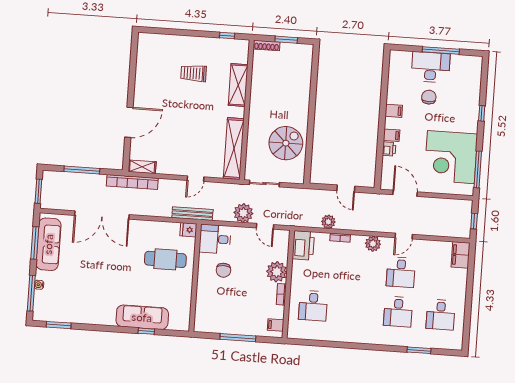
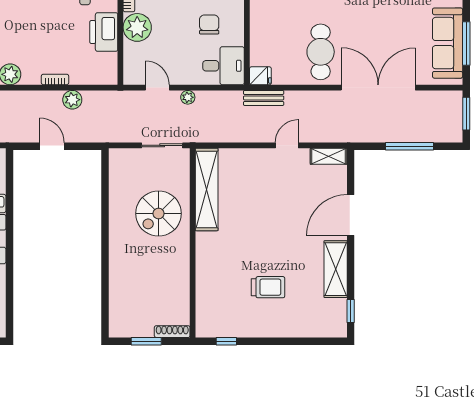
window: (134, 51) -> (351, 311), added
shelving: (238, 85) -> (336, 269), moved
spiral stairs: (286, 143) -> (159, 213), moved
door: (196, 179) -> (287, 145), moved
bookcase: (132, 182) -> (340, 135), removed
plant: (243, 213) -> (188, 97), width x0.53, depth x0.53
bench: (192, 214) -> (264, 98), width x0.73
printer: (303, 245) -> (104, 32), moved
cafe table: (165, 259) -> (321, 52), moved, turned 90

